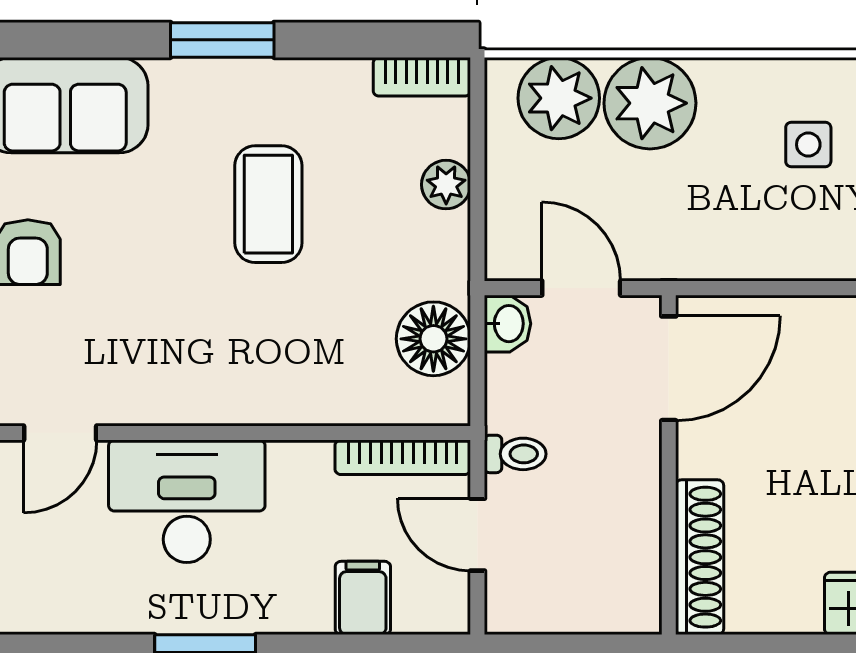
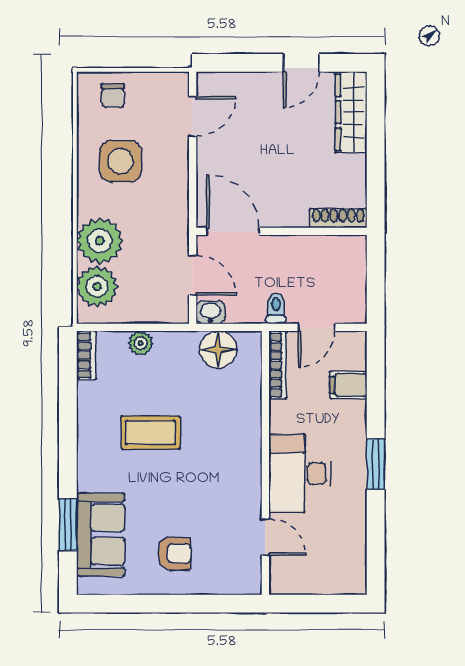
window: (222, 40) -> (68, 525), moved
side table: (808, 145) -> (120, 161), width x1.87, depth x1.87
door: (581, 288) -> (193, 275), swing flipped
shoe rack: (700, 557) -> (338, 218), width x0.74, depth x0.81

